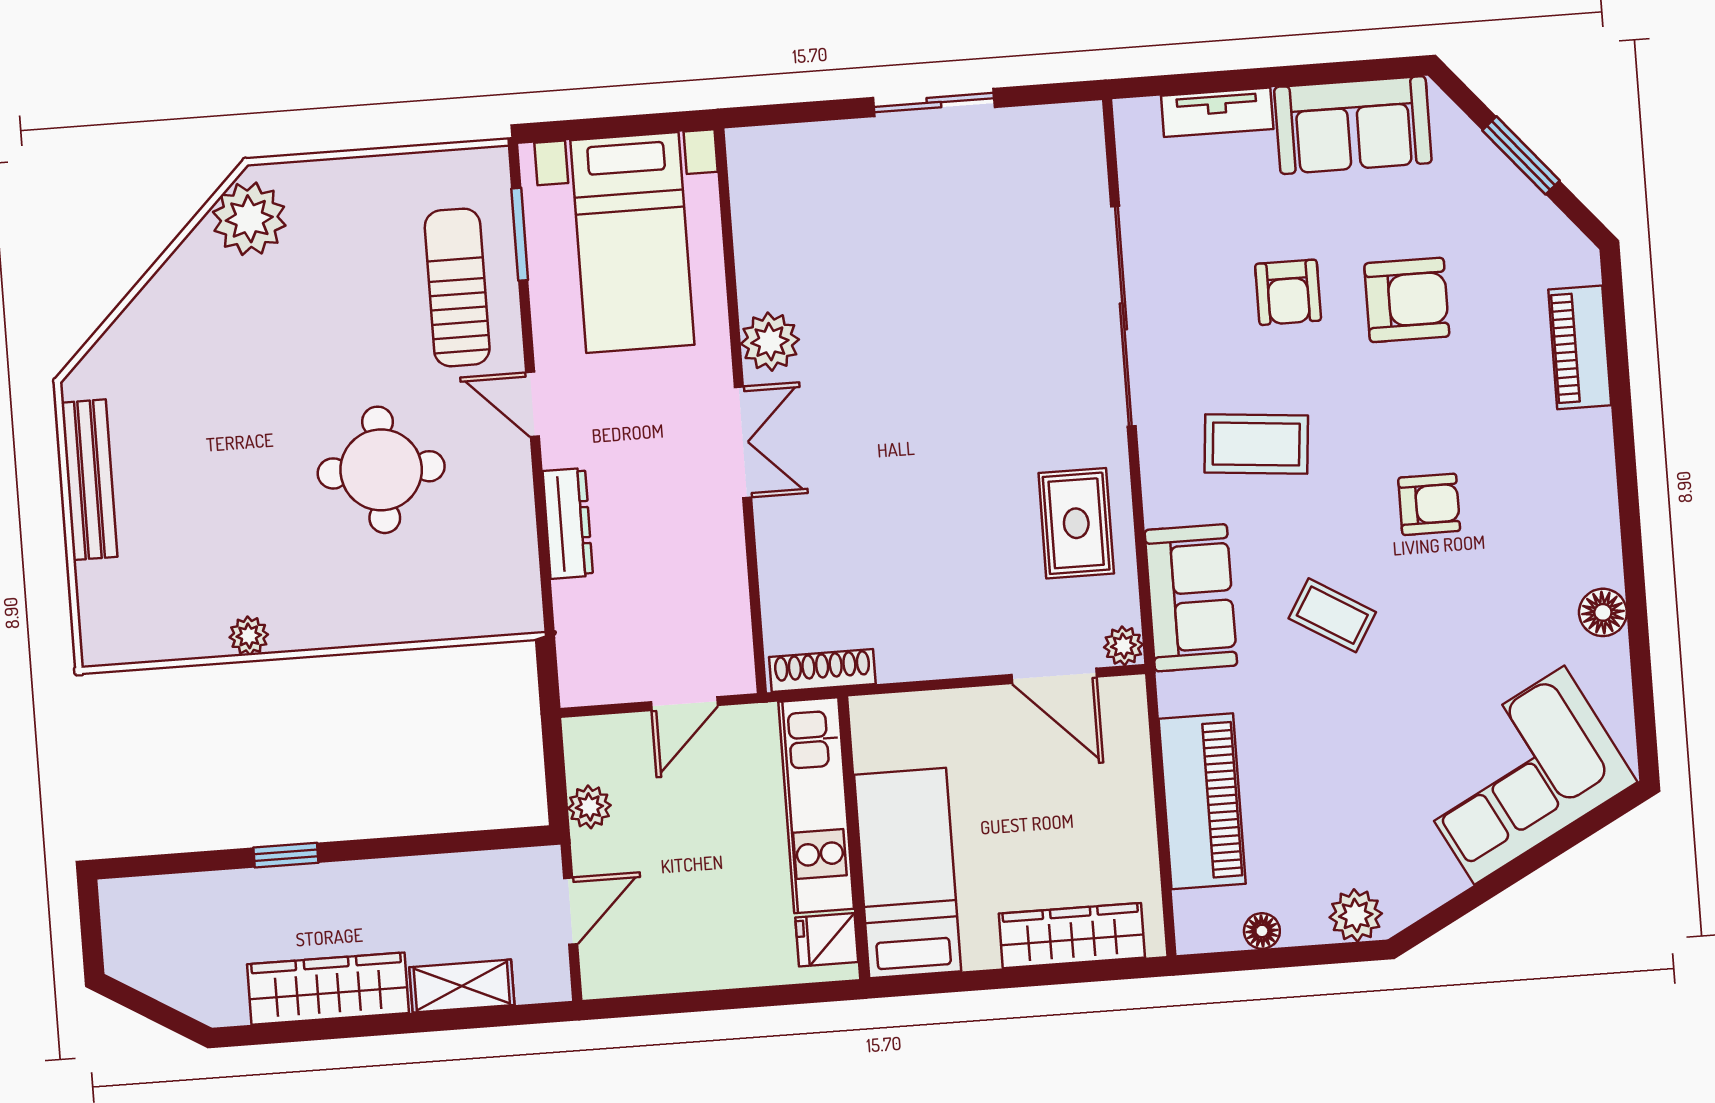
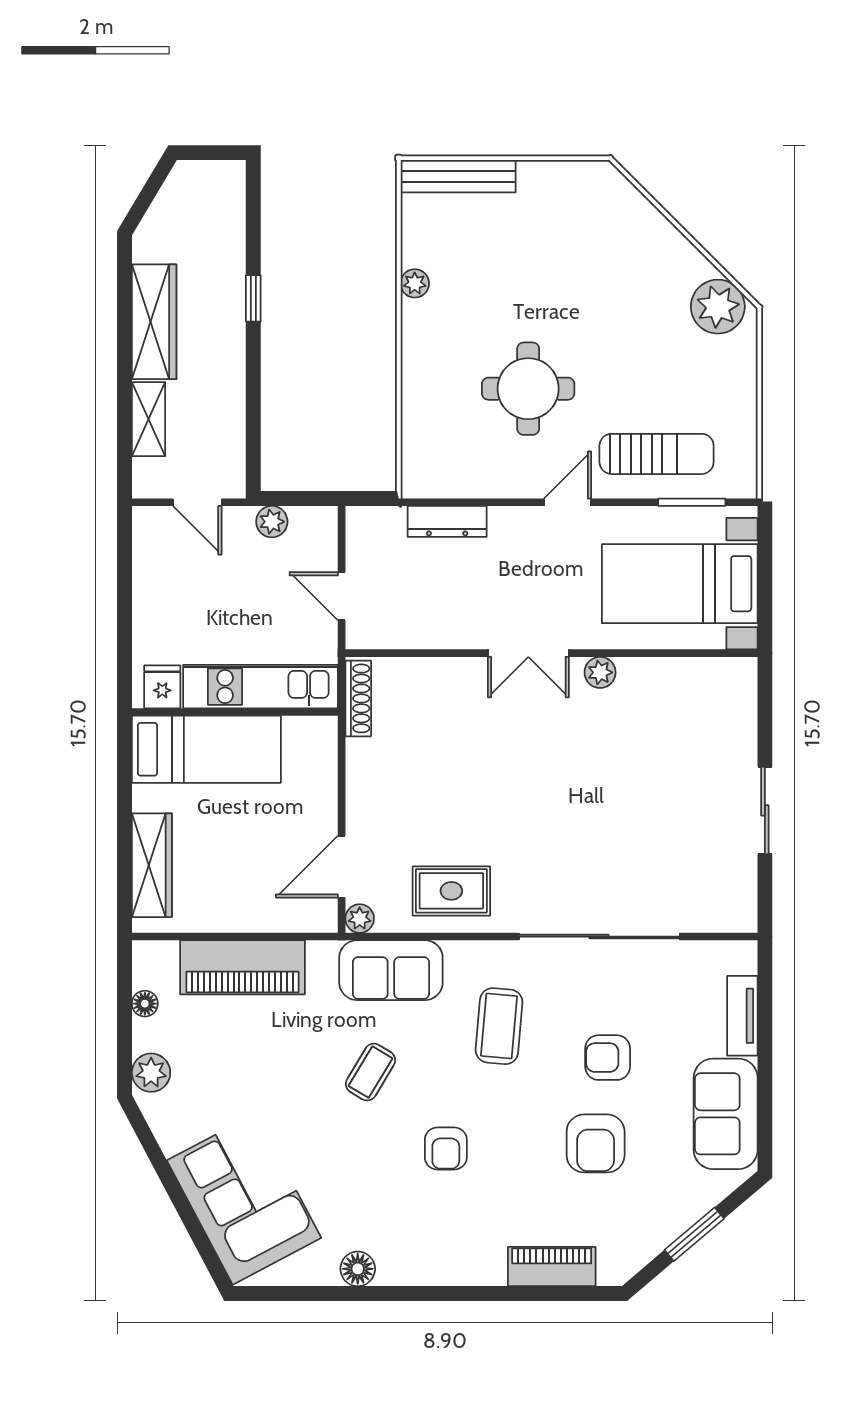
plant: (770, 342) -> (600, 672), width x0.73, depth x0.73
bench: (89, 480) -> (458, 176), moved
dresser: (568, 523) -> (447, 521), moved

